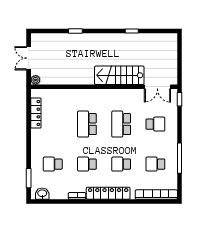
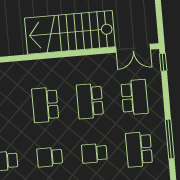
stairs: (119, 75) -> (70, 32), width x1.36, depth x1.51
school desk: (155, 124) -> (135, 97), width x1.85
school desk: (155, 164) -> (139, 149), width x1.85

